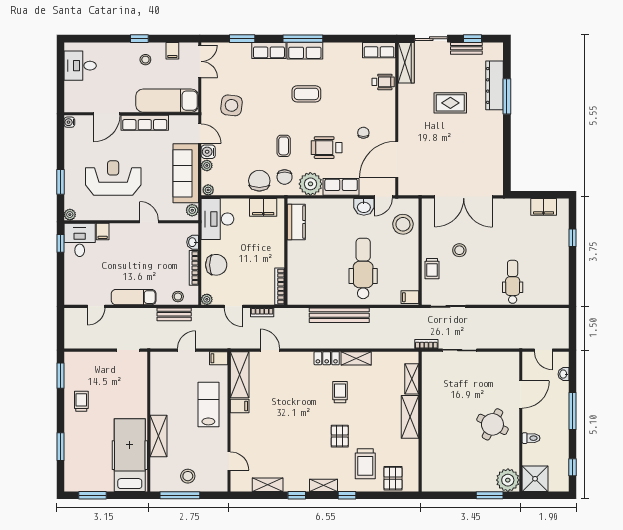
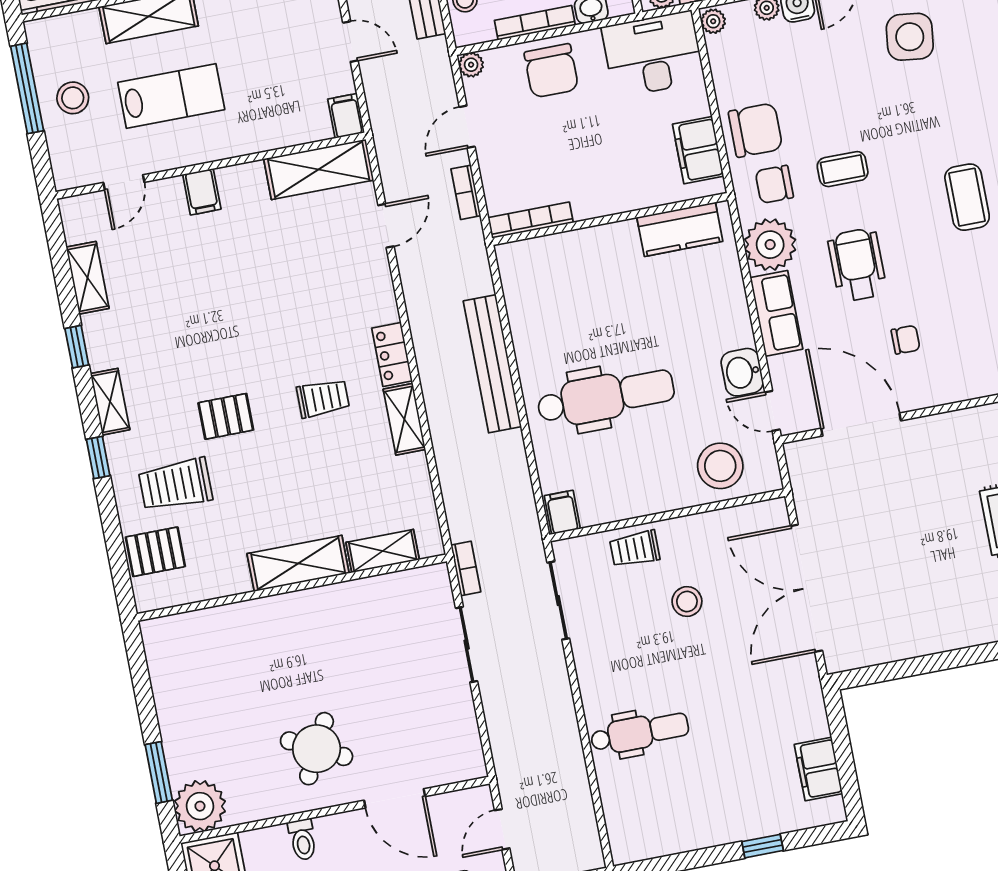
lab bench: (208, 405) -> (171, 96), moved
filing cabinet: (240, 406) -> (202, 192), moved

